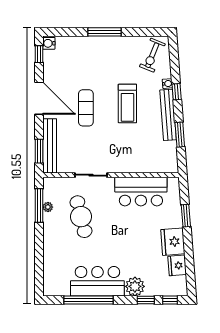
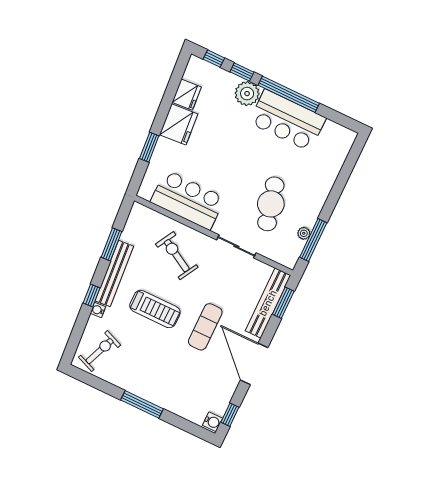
treadmill: (127, 104) -> (155, 309), turned 90
exercise bike: (130, 149) -> (177, 256), added
window: (88, 300) -> (289, 94), moved

